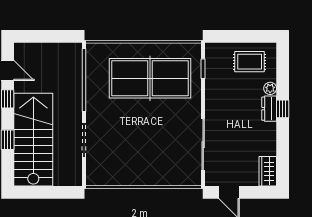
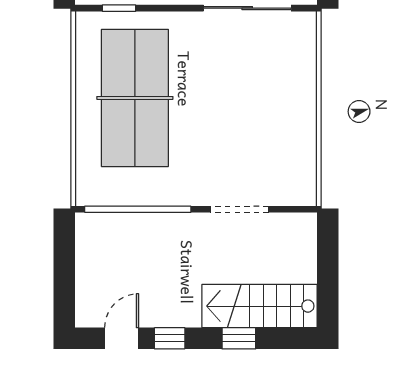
stairs: (33, 140) -> (260, 306), width x0.73, depth x0.66

